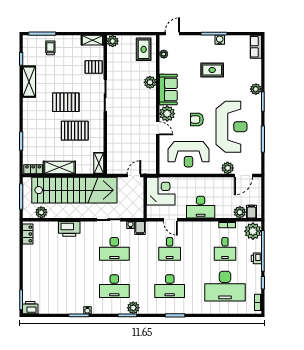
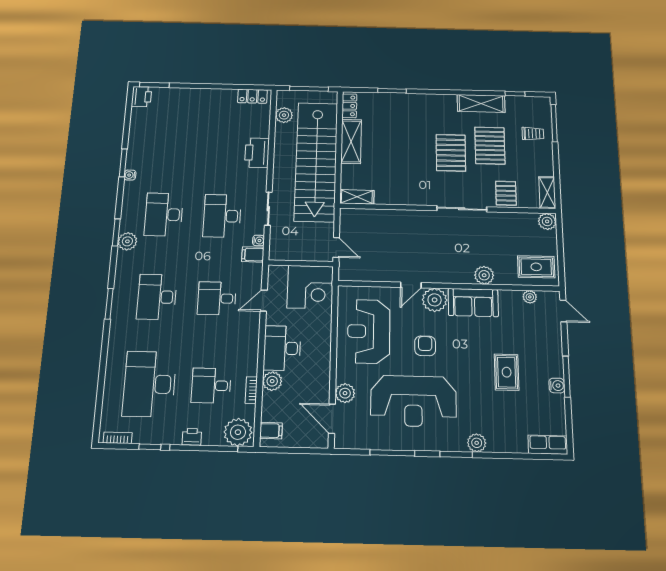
pallet: (75, 131) -> (490, 146), moved
plant: (240, 212) -> (272, 381), moved

